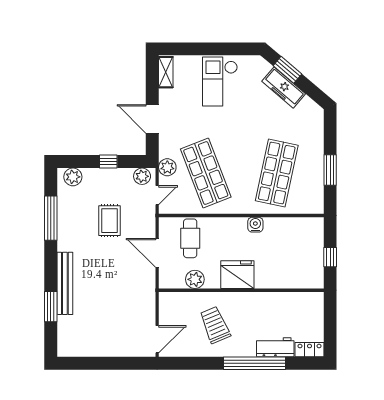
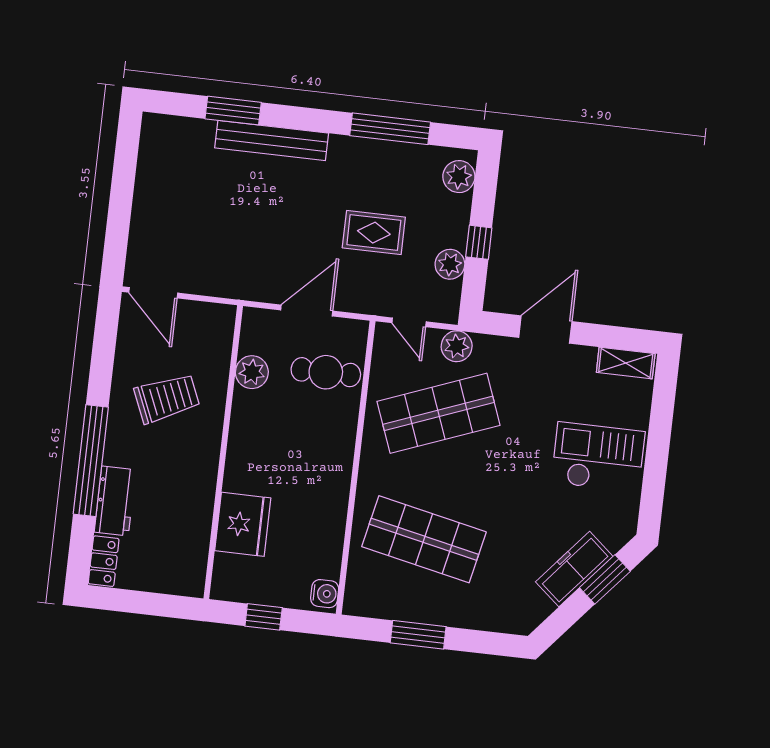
plant: (142, 176) -> (450, 264), moved
water cooler: (255, 225) -> (325, 594), moved
fridge: (237, 275) -> (243, 524), moved

